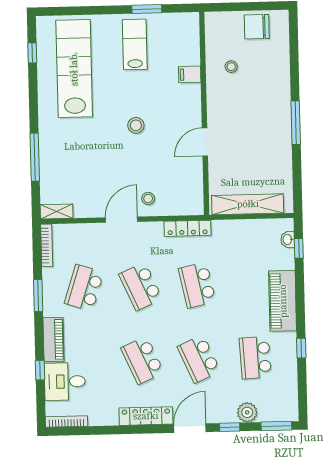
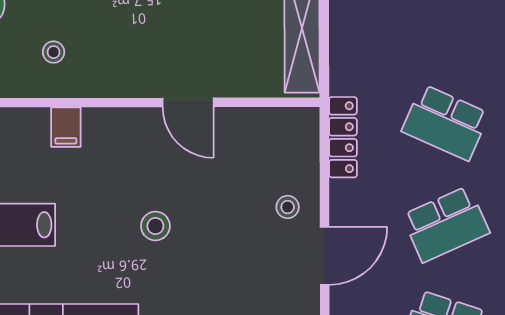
door: (121, 220) -> (325, 256), swing flipped
school desk: (197, 285) -> (446, 122), turned 36

